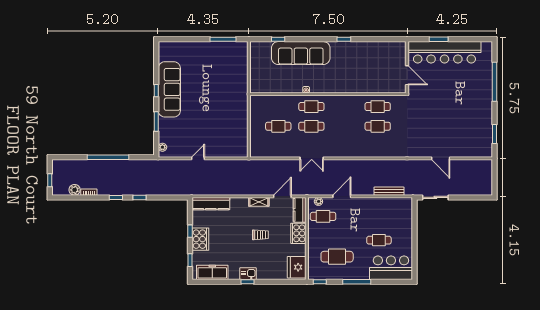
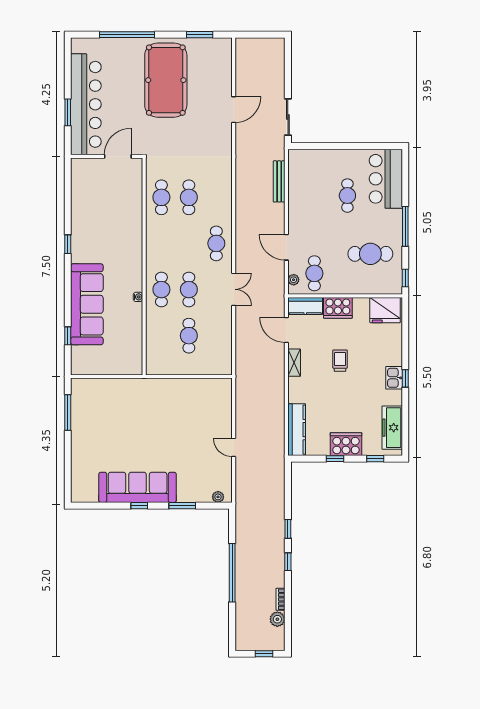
pool table: (462, 110) -> (166, 80), added
cafe table: (345, 146) -> (216, 243), added
cafe table: (337, 257) -> (370, 254), turned 90

